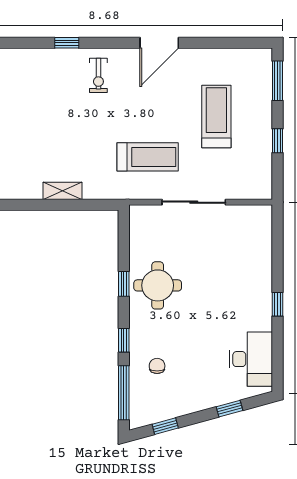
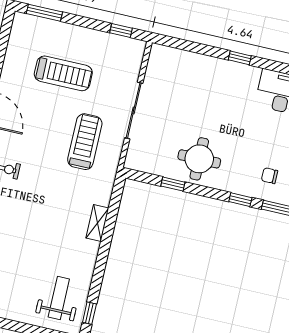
treadmill: (216, 116) -> (63, 73), turned 180
window: (277, 141) -> (121, 30), moved
window: (124, 284) -> (173, 184), moved

